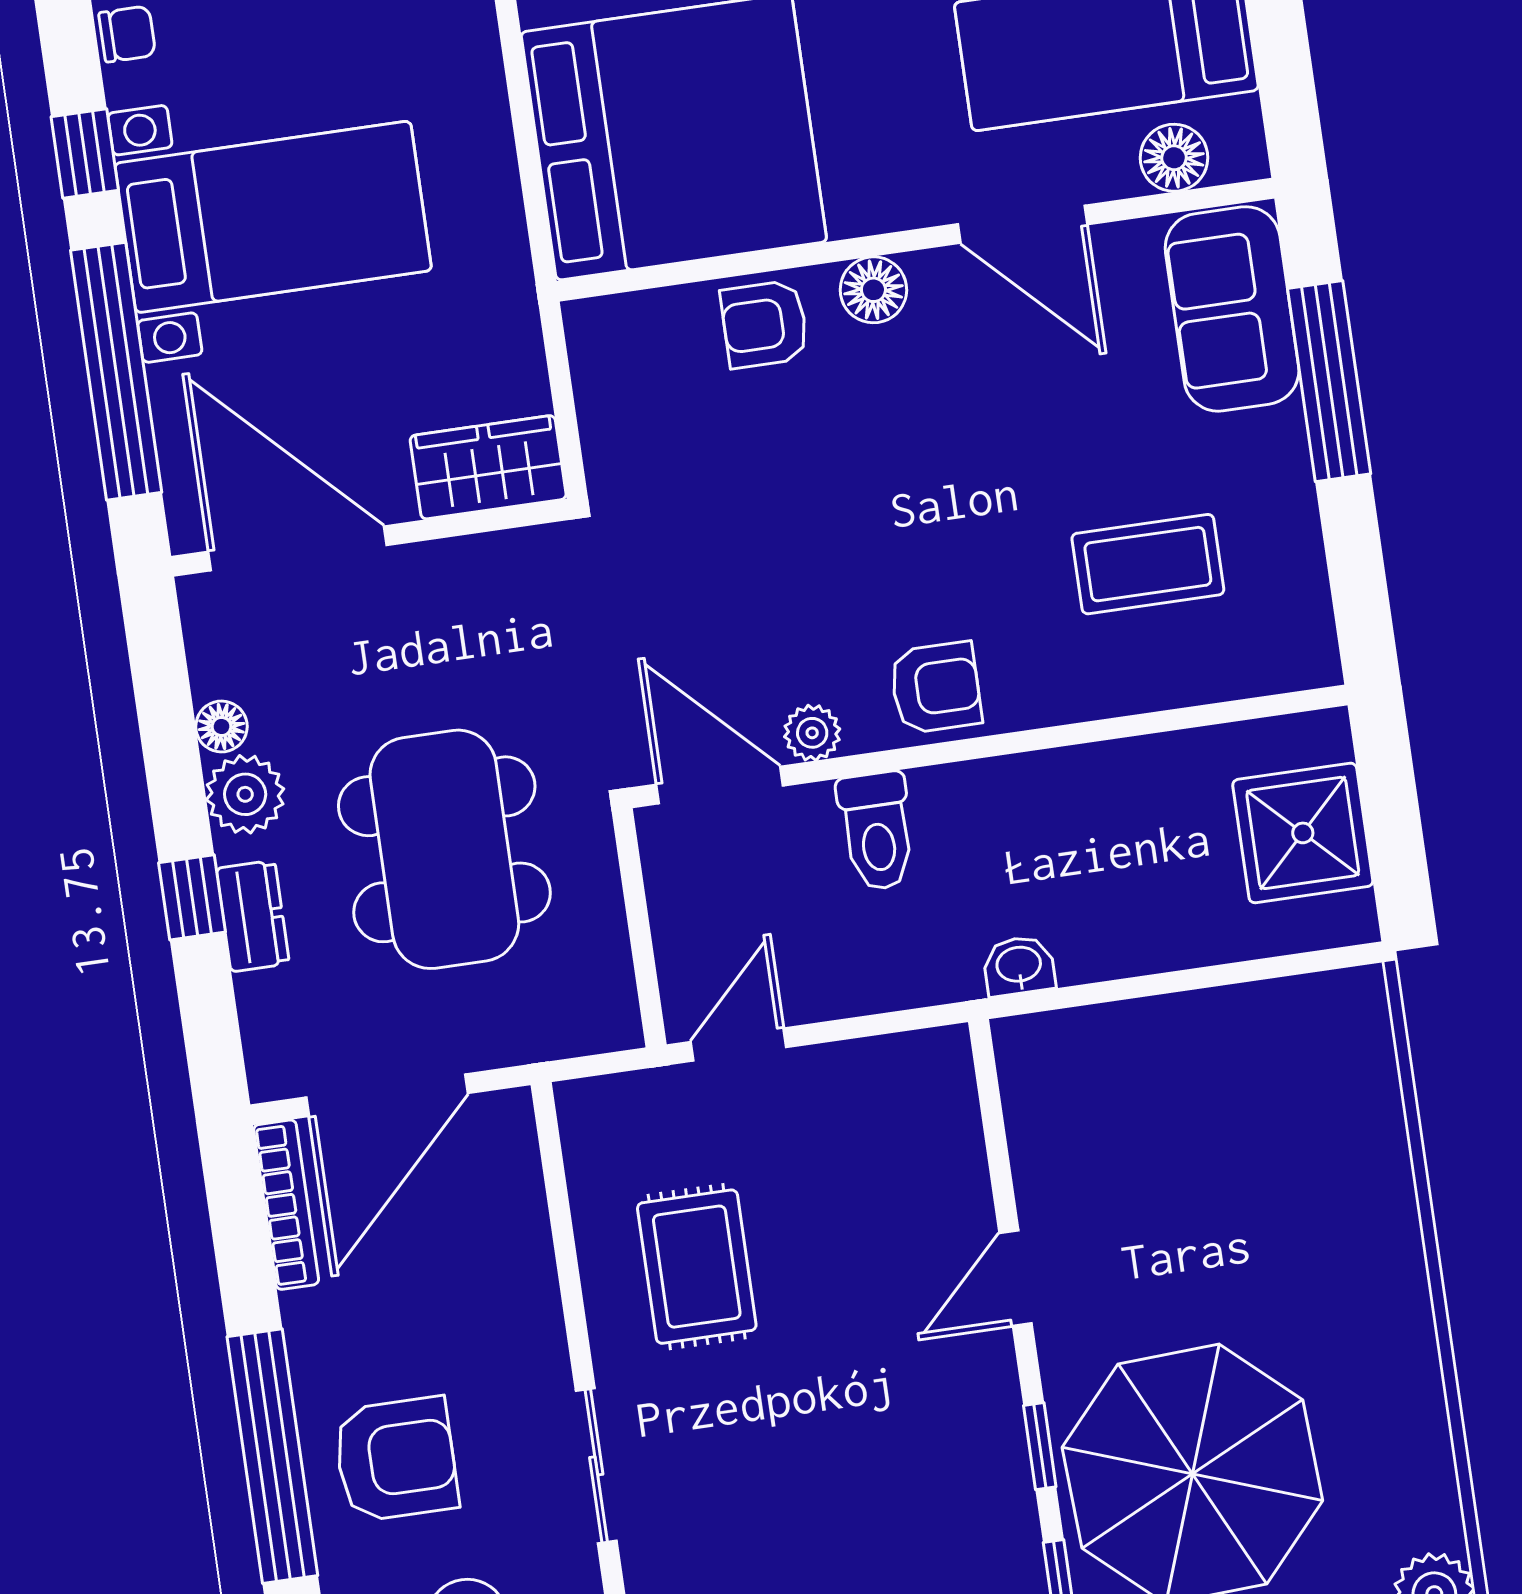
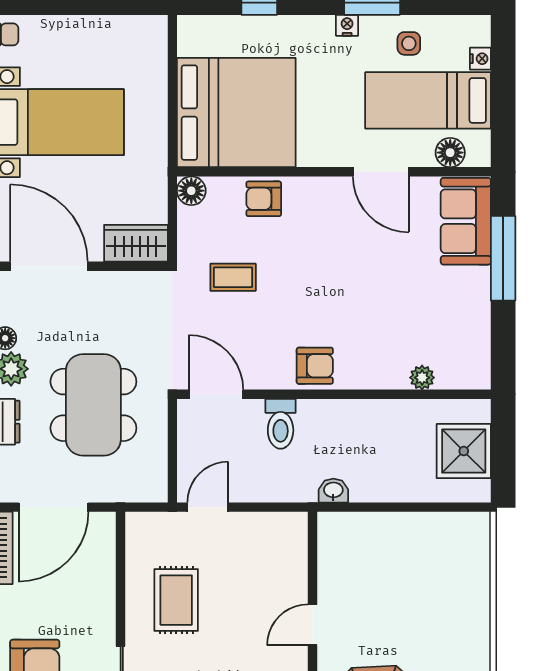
floor lamp: (873, 290) -> (191, 191), moved
coffee table: (1148, 564) -> (233, 277), moved, width x0.73, depth x0.77
plant: (812, 733) -> (422, 378), moved

